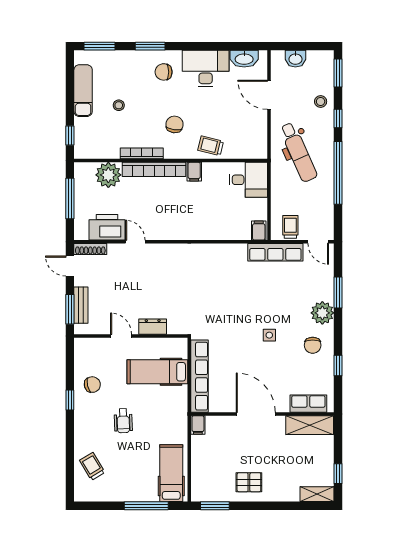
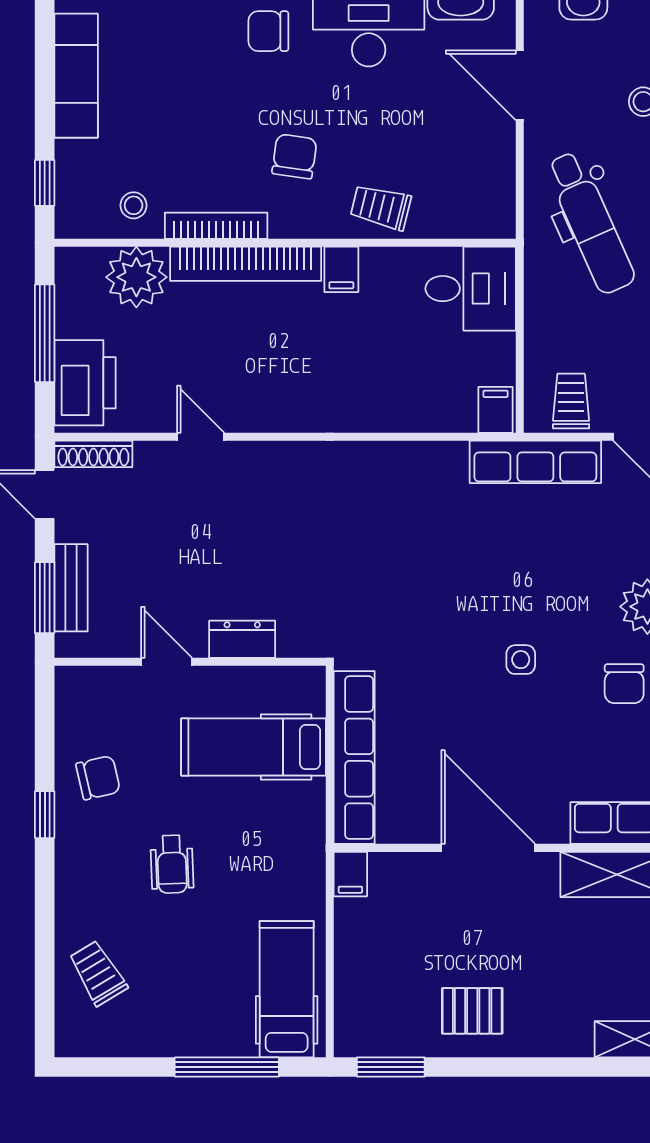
stool: (119, 105) -> (134, 205), moved
printer: (107, 227) -> (85, 383), moved, turned 90

